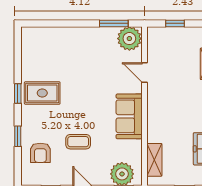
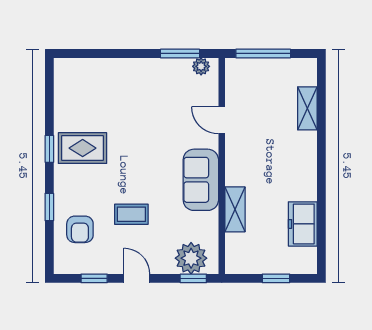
window: (175, 23) -> (263, 53), width x2.17
plant: (129, 39) -> (201, 66), width x0.53, depth x0.53
shelving: (154, 160) -> (235, 209), moved

